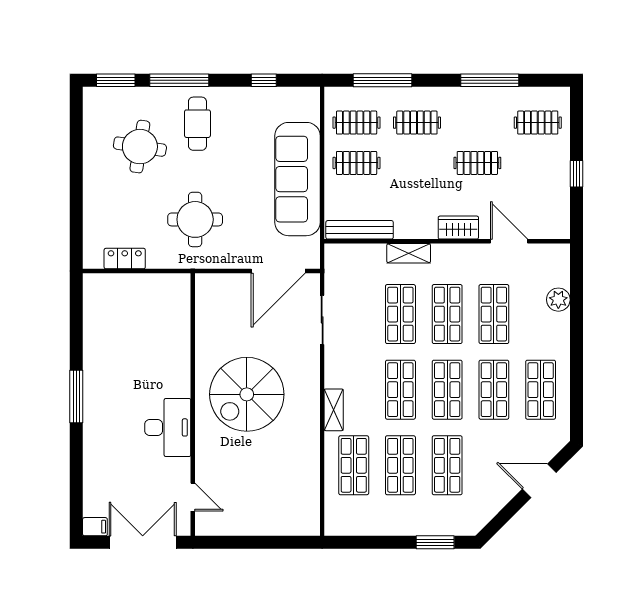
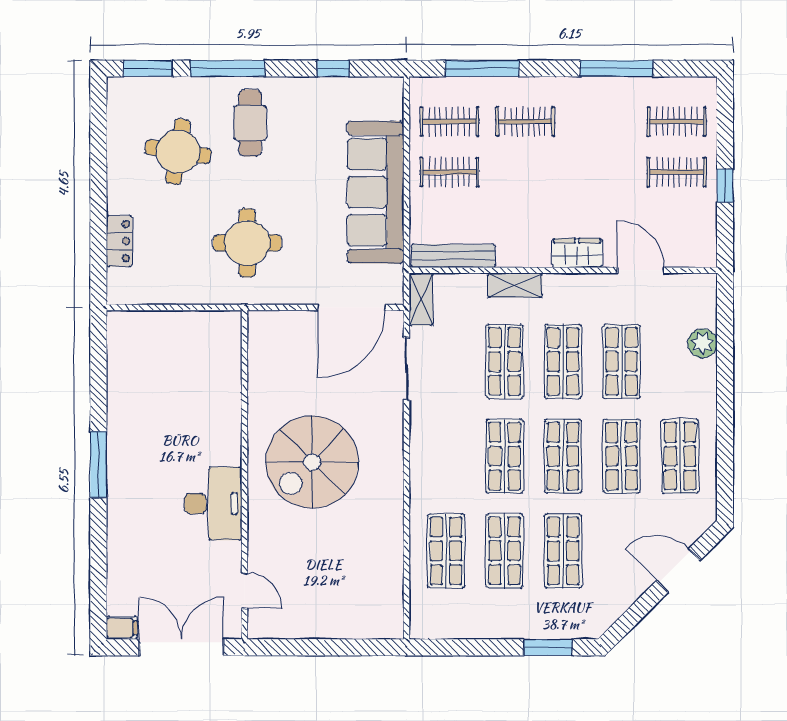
clothes rail: (477, 163) -> (677, 172), moved
locker: (125, 259) -> (119, 241), moved, turned 90
shelving: (334, 410) -> (421, 299), moved

